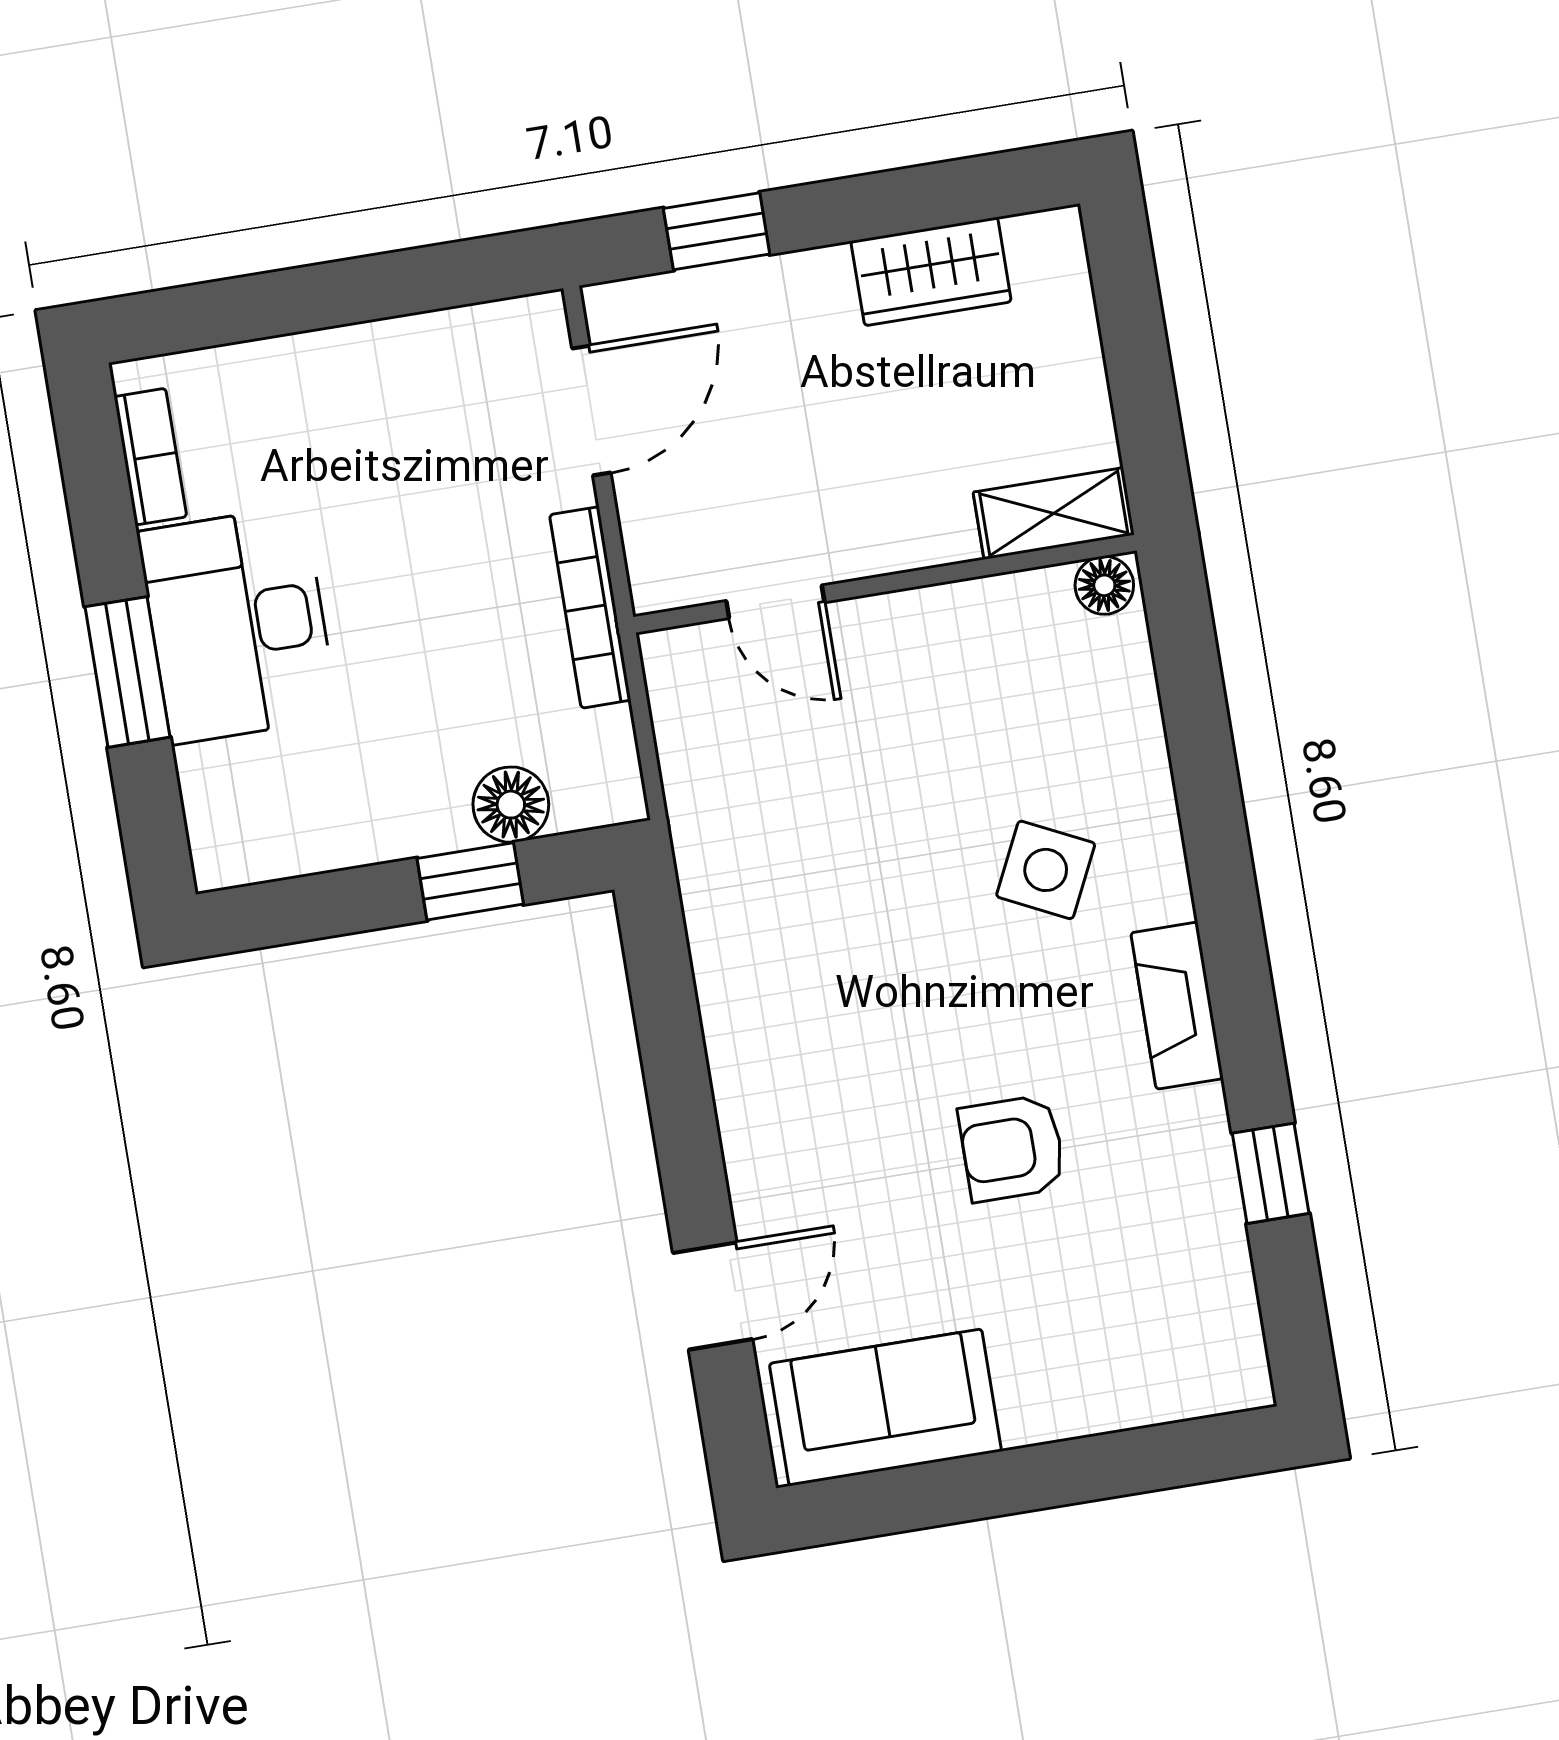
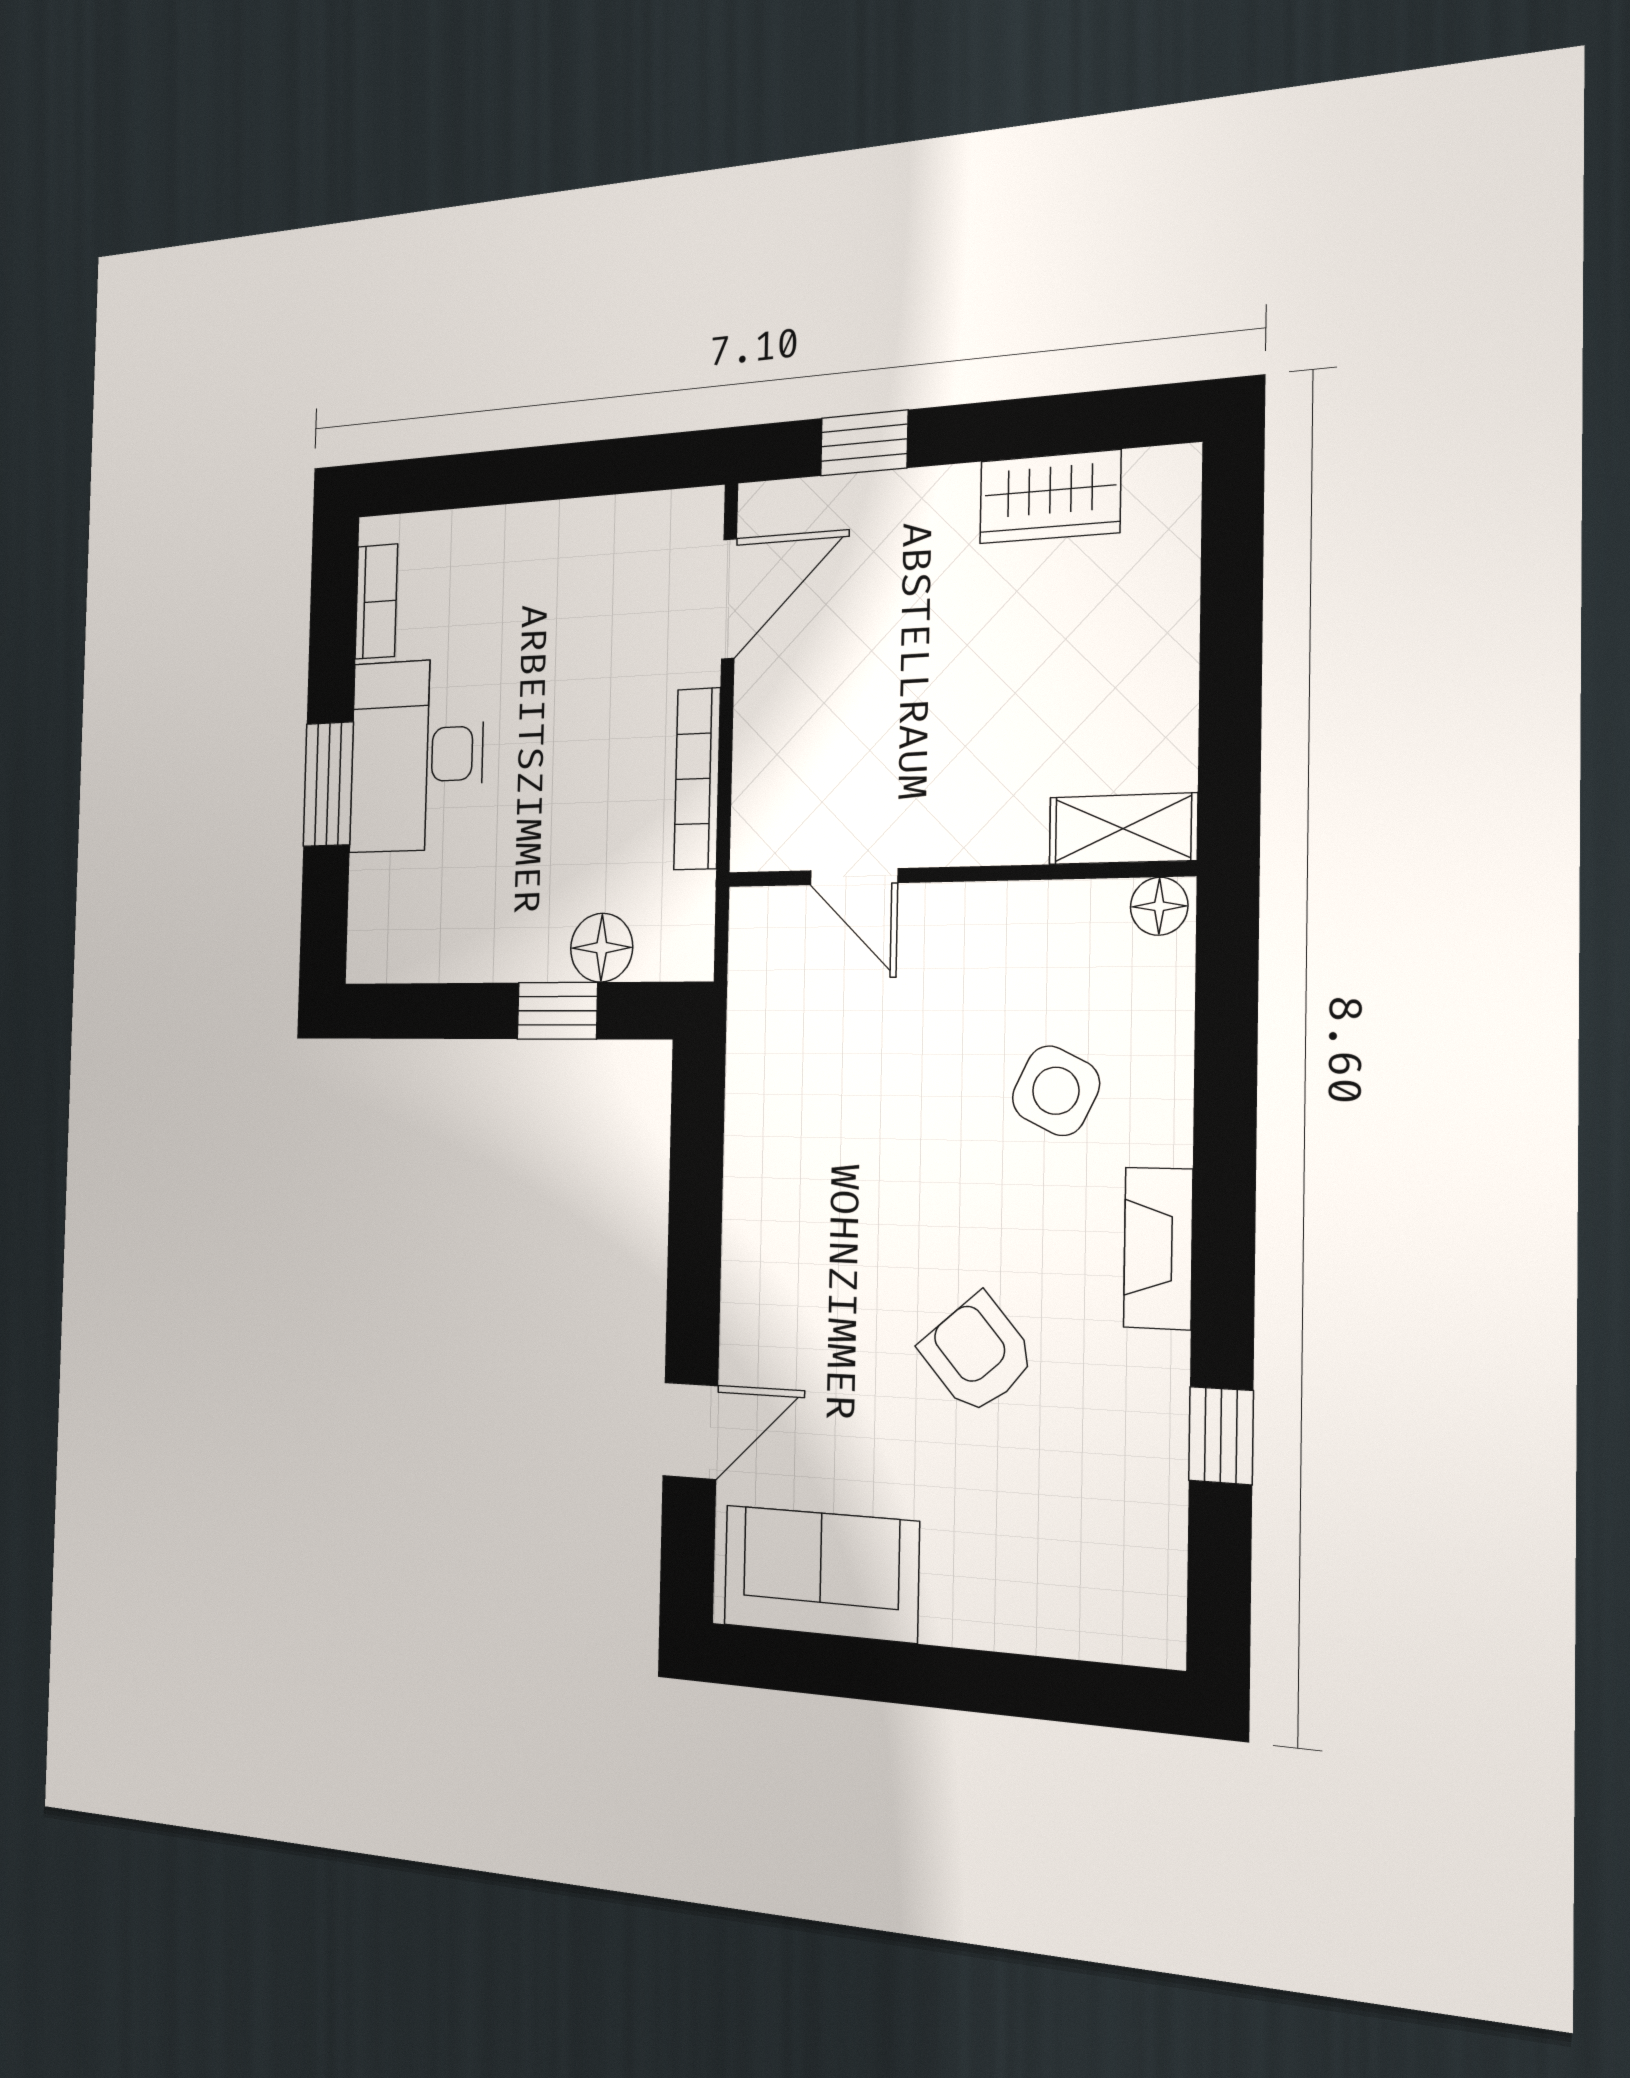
shelving: (1054, 514) -> (1123, 829), moved
wall: (885, 584) -> (954, 874), moved
floor lamp: (1104, 585) -> (1159, 906), moved
door: (775, 602) -> (854, 877), moved
armchair: (1012, 1148) -> (978, 1354), turned 49

